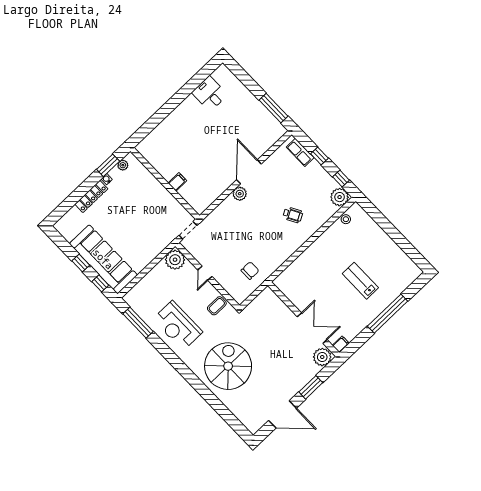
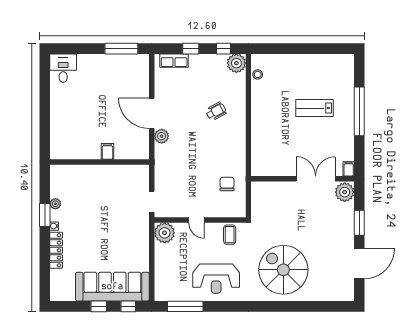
desk: (210, 94) -> (63, 68), moved, turned 90
filing cabinet: (177, 182) -> (108, 151), moved
wall: (165, 183) -> (100, 162), moved

